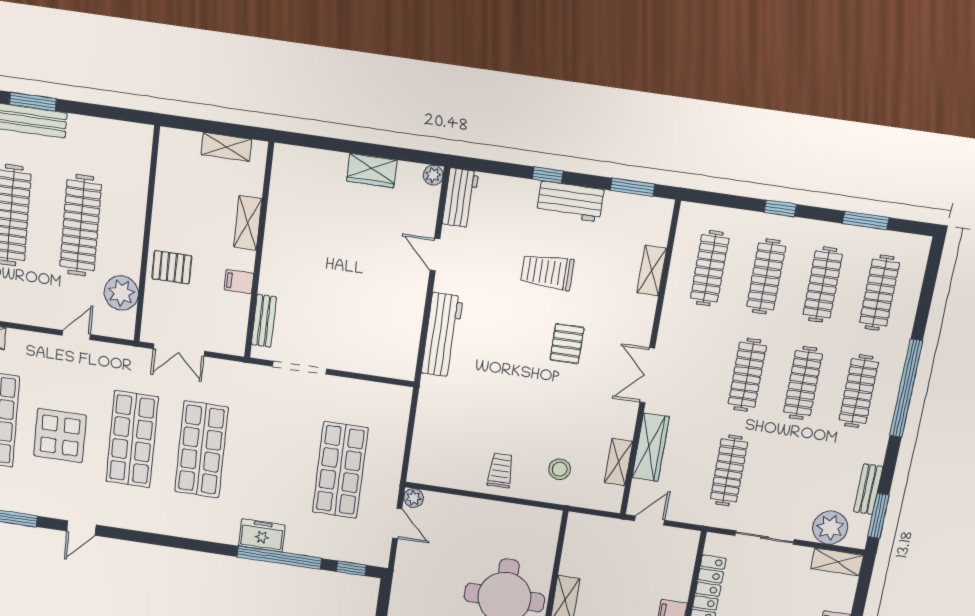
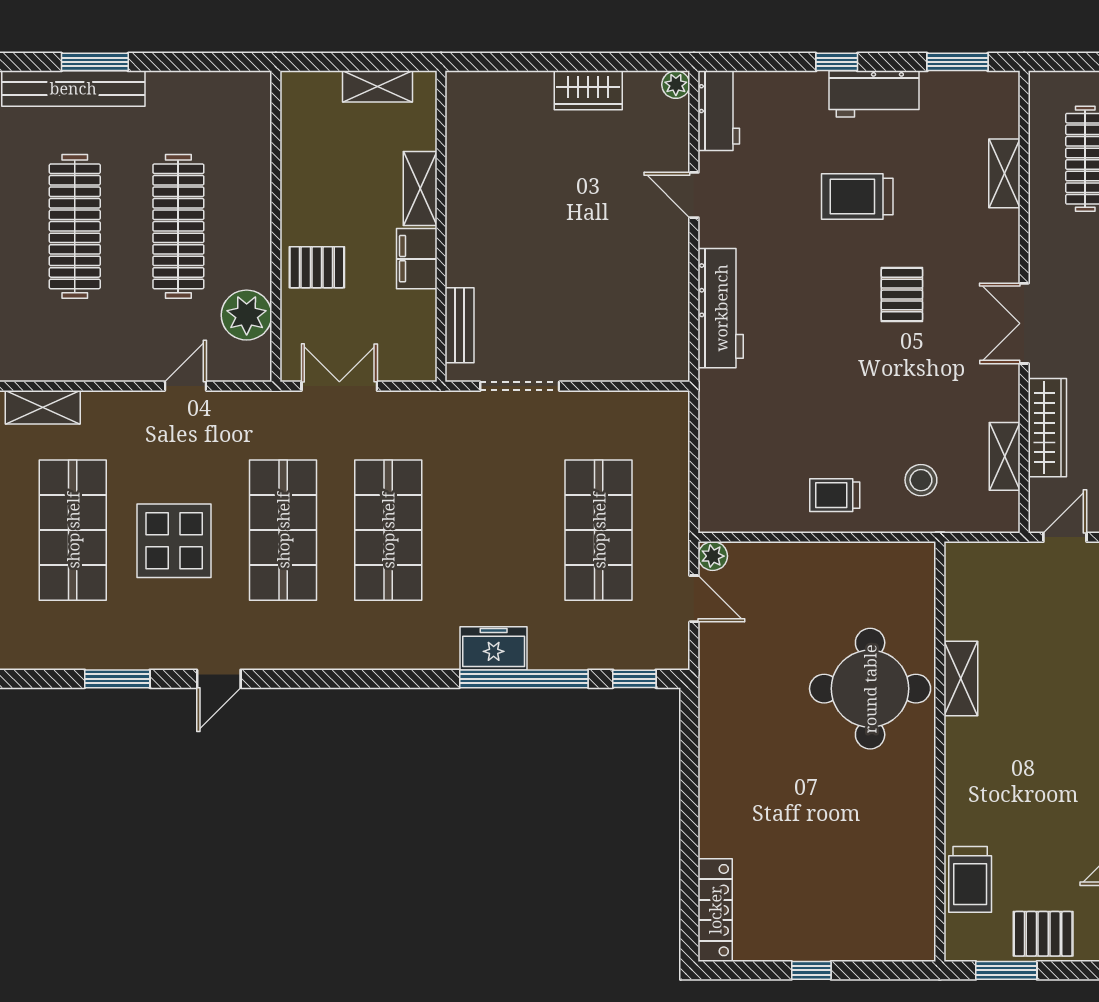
filing cabinet: (239, 282) -> (417, 259), width x2.00
double door: (179, 350) -> (339, 386), swing flipped
trolley: (500, 470) -> (835, 495), turned -90

